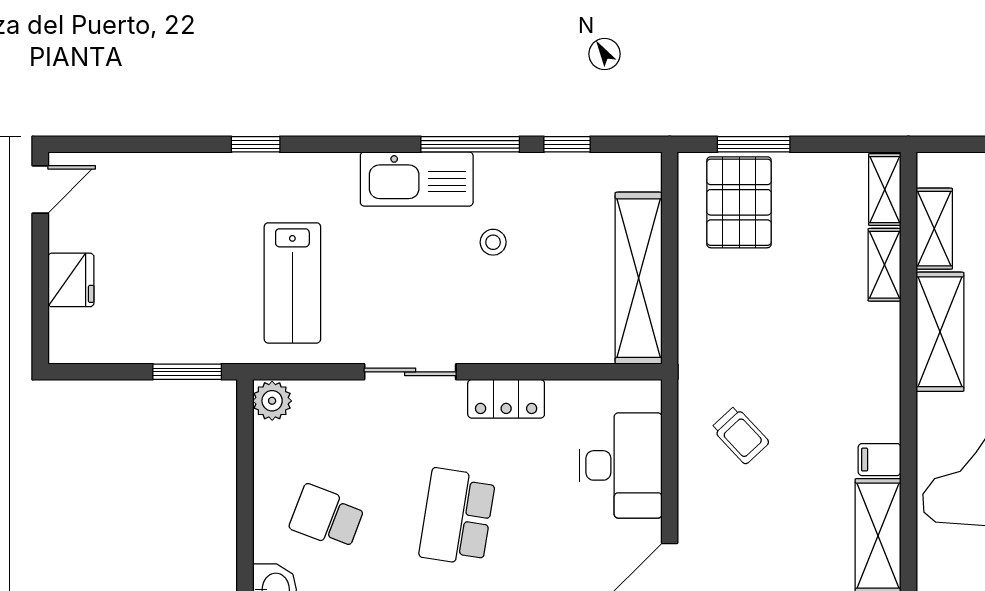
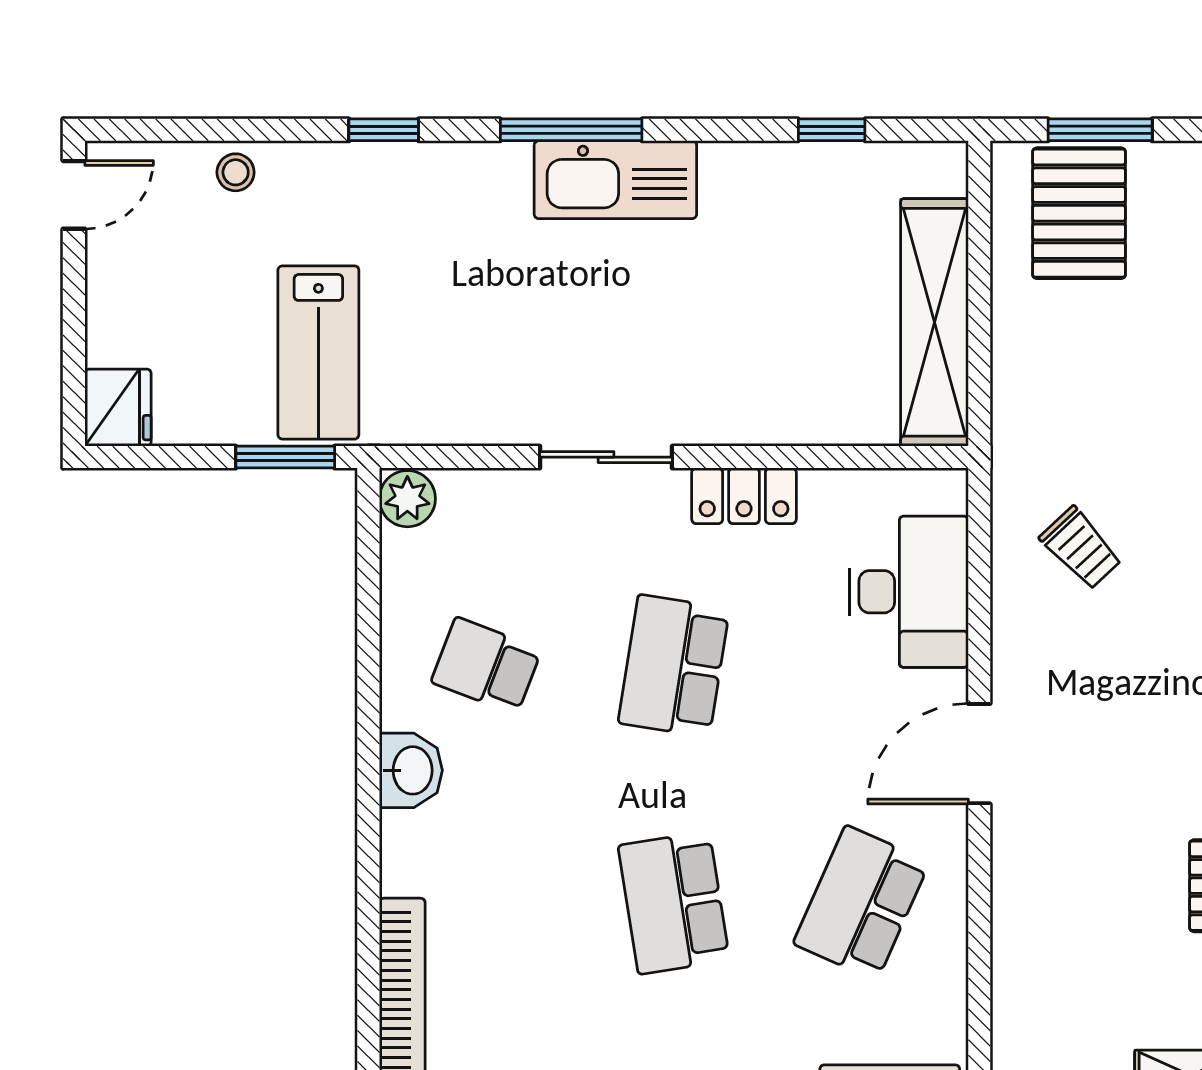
window: (470, 144) -> (571, 130), moved
stool: (493, 242) -> (236, 172), moved
fridge: (71, 280) -> (118, 408), moved
lab bench: (292, 283) -> (318, 352), moved

